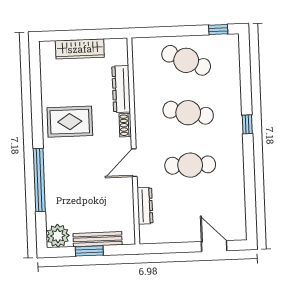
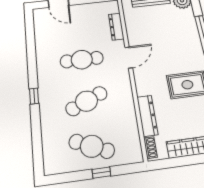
window: (218, 30) -> (101, 173), moved
cafe table: (188, 113) -> (87, 101), turned -36
shoe rack: (125, 125) -> (150, 148), moved

